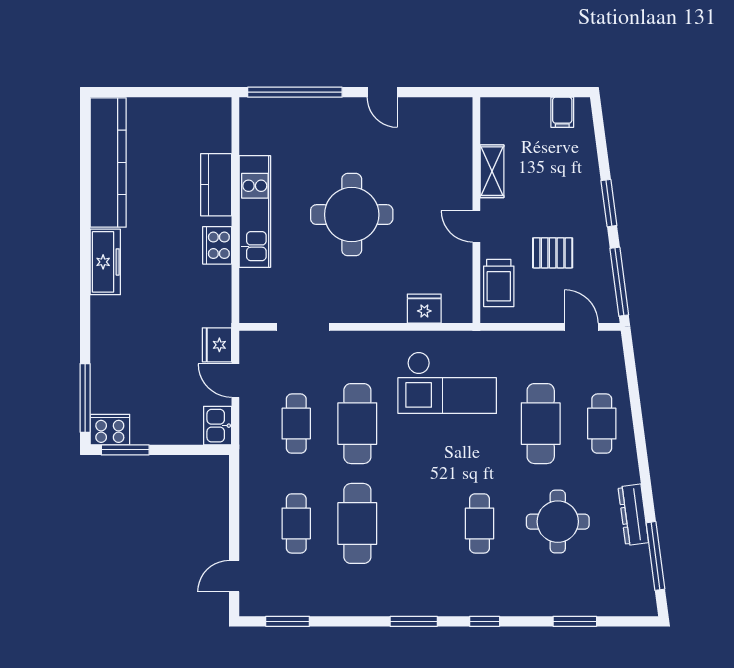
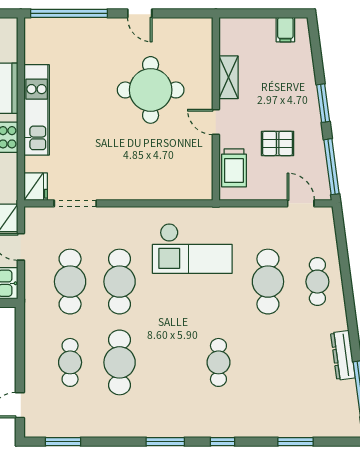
round table: (352, 215) -> (151, 90), moved
fridge: (424, 309) -> (36, 187), moved, turned 90
cafe table: (296, 424) -> (70, 282), width x1.37, depth x1.35
round table: (558, 522) -> (282, 361), removed

